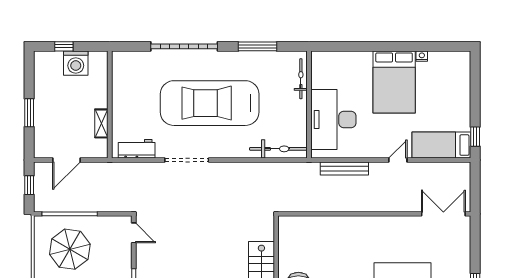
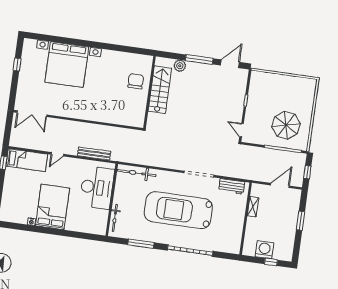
car: (210, 103) -> (178, 210), turned 180

